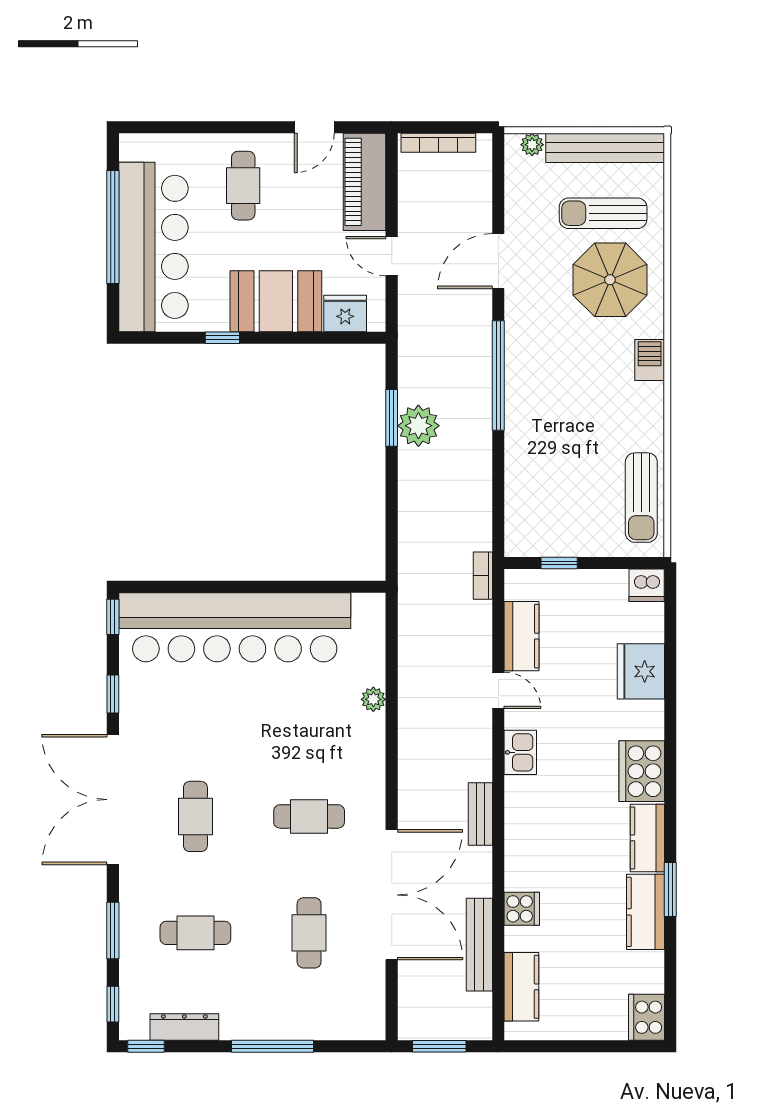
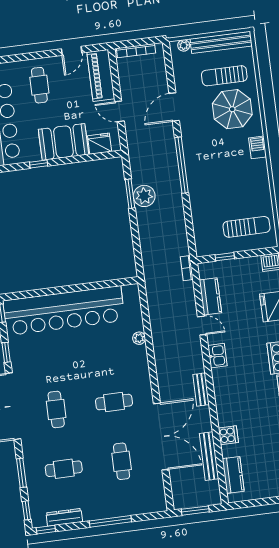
sun lounger: (641, 498) -> (247, 227), moved, turned -90

